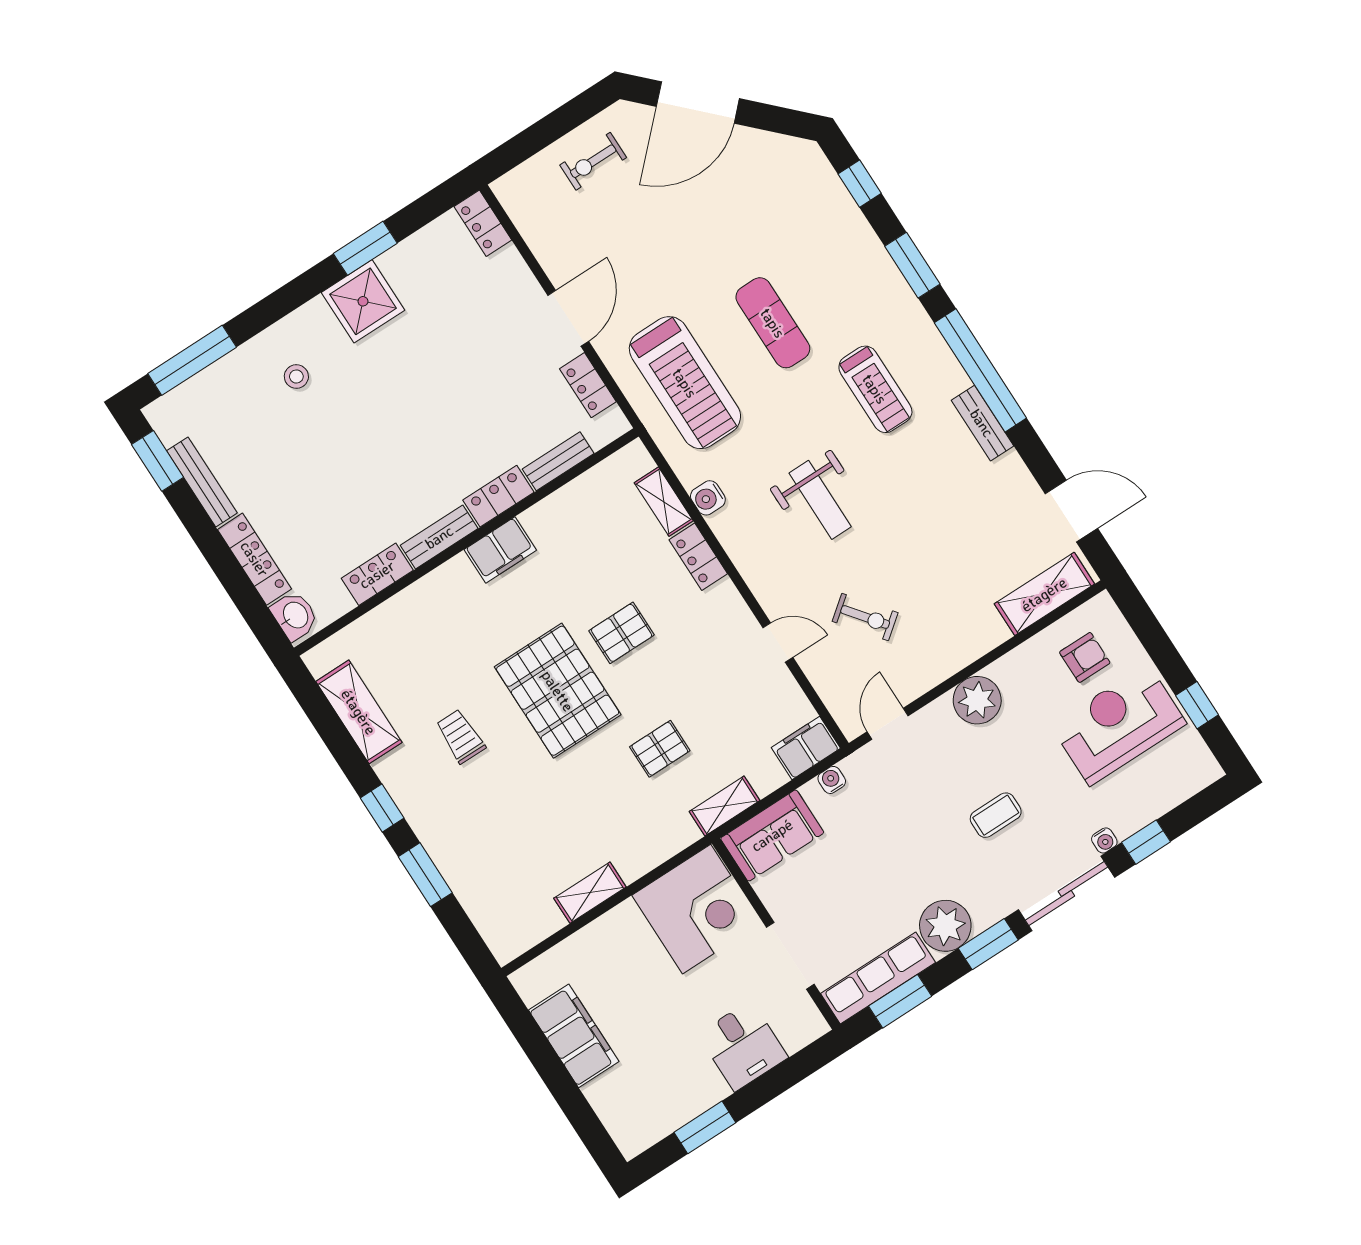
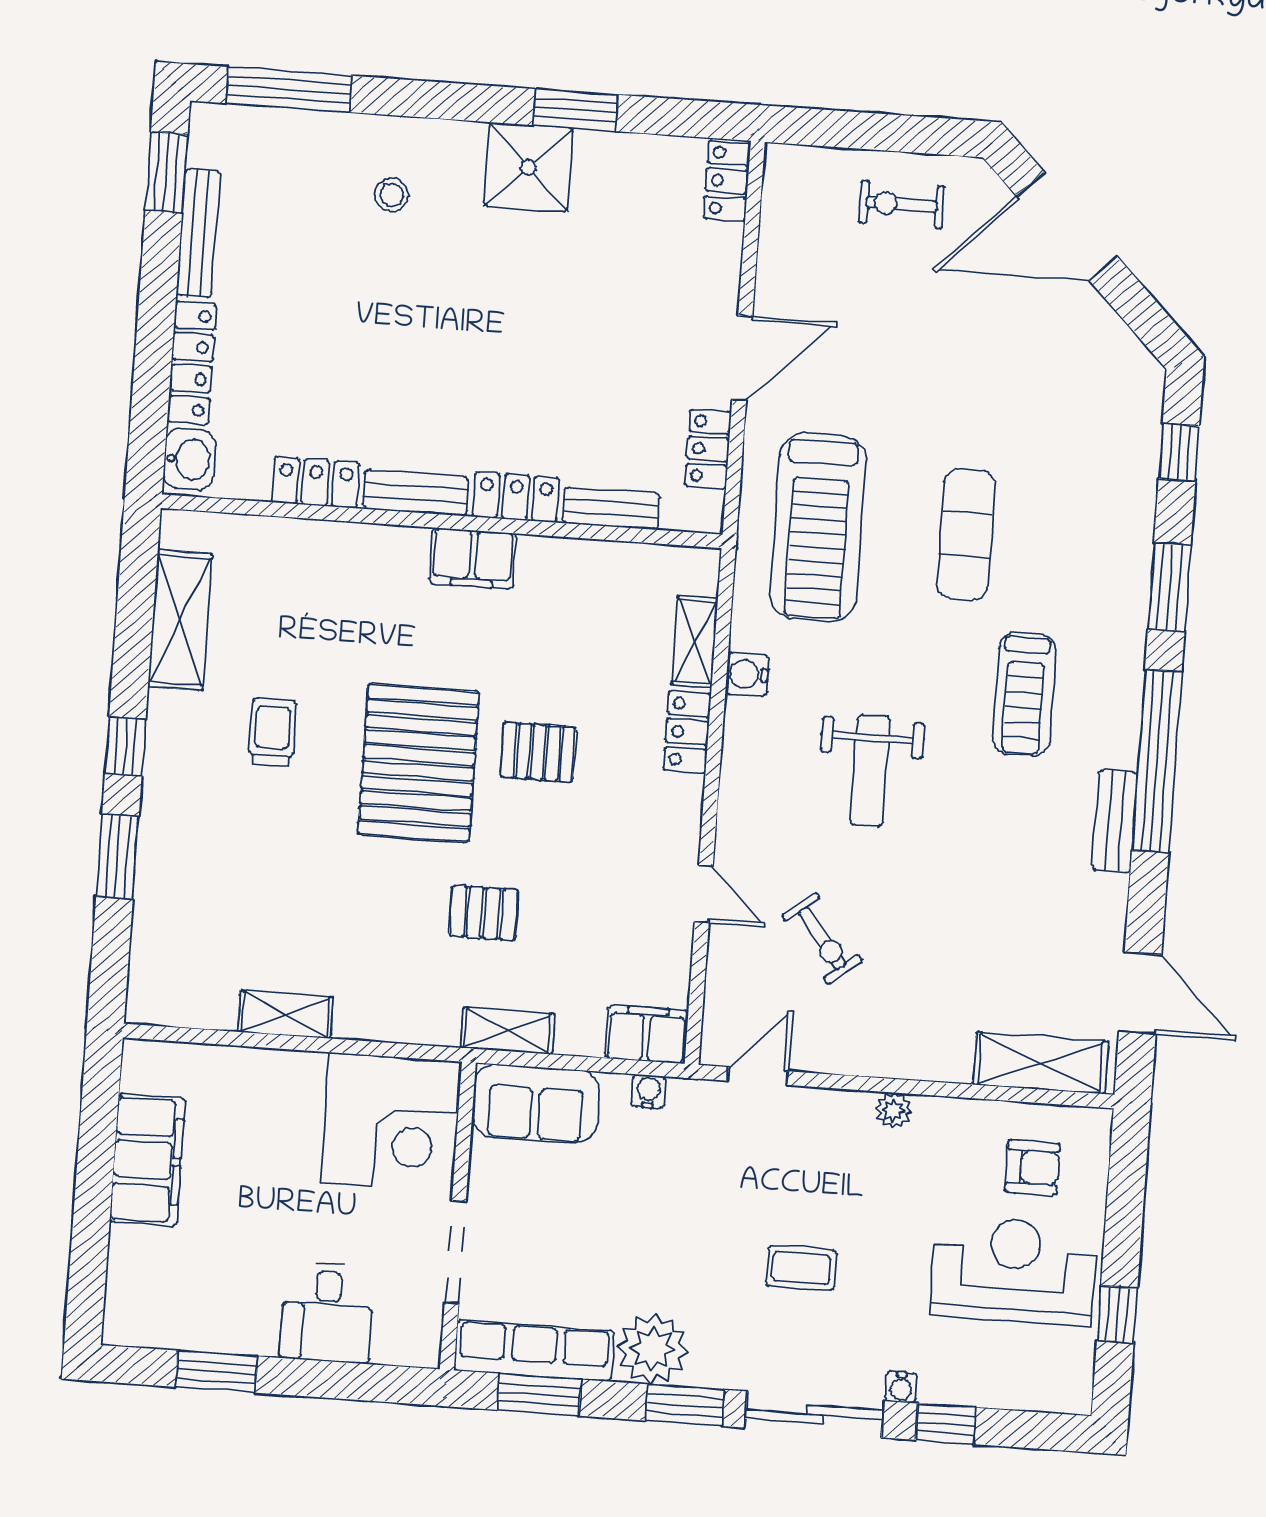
plant: (977, 700) -> (894, 1110), width x0.53, depth x0.53

